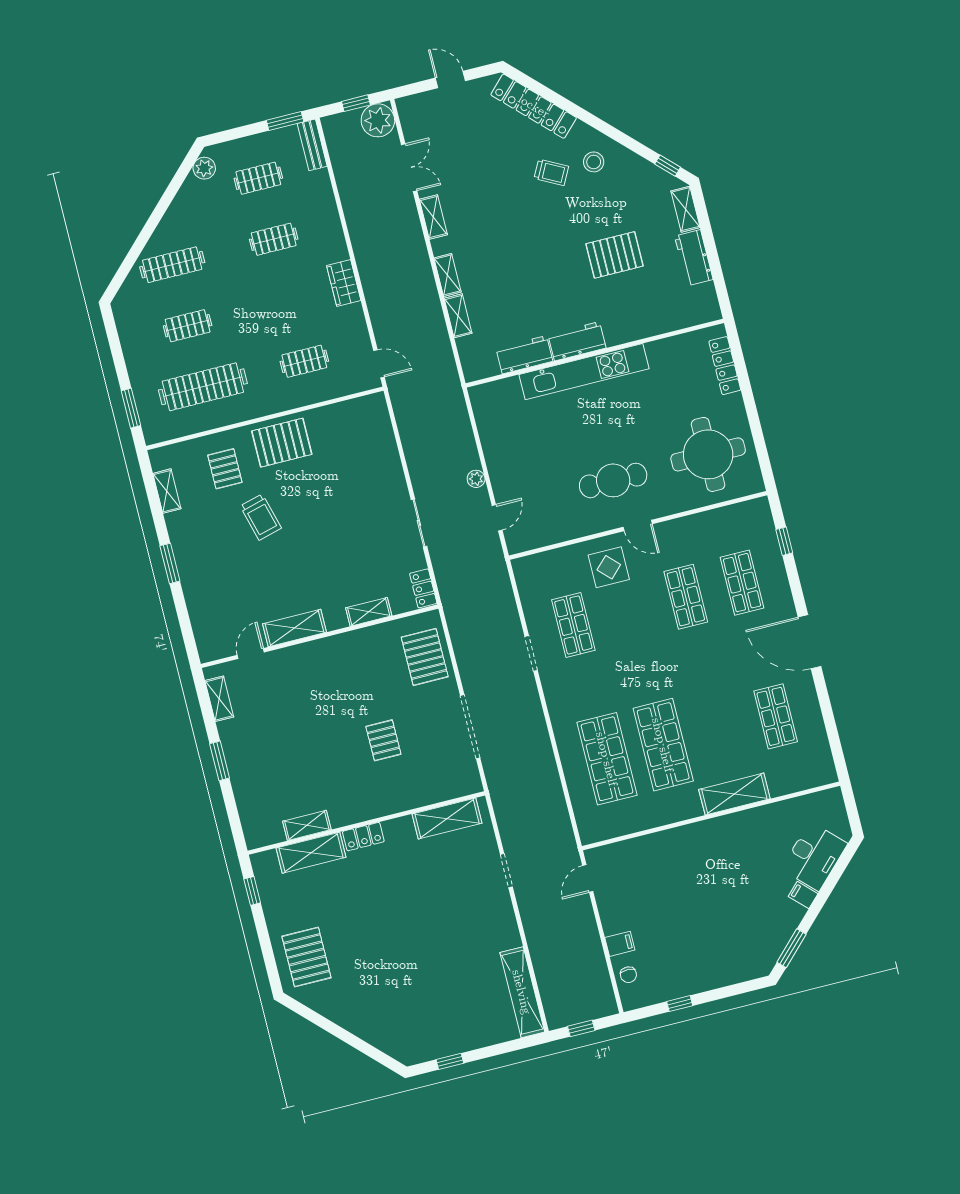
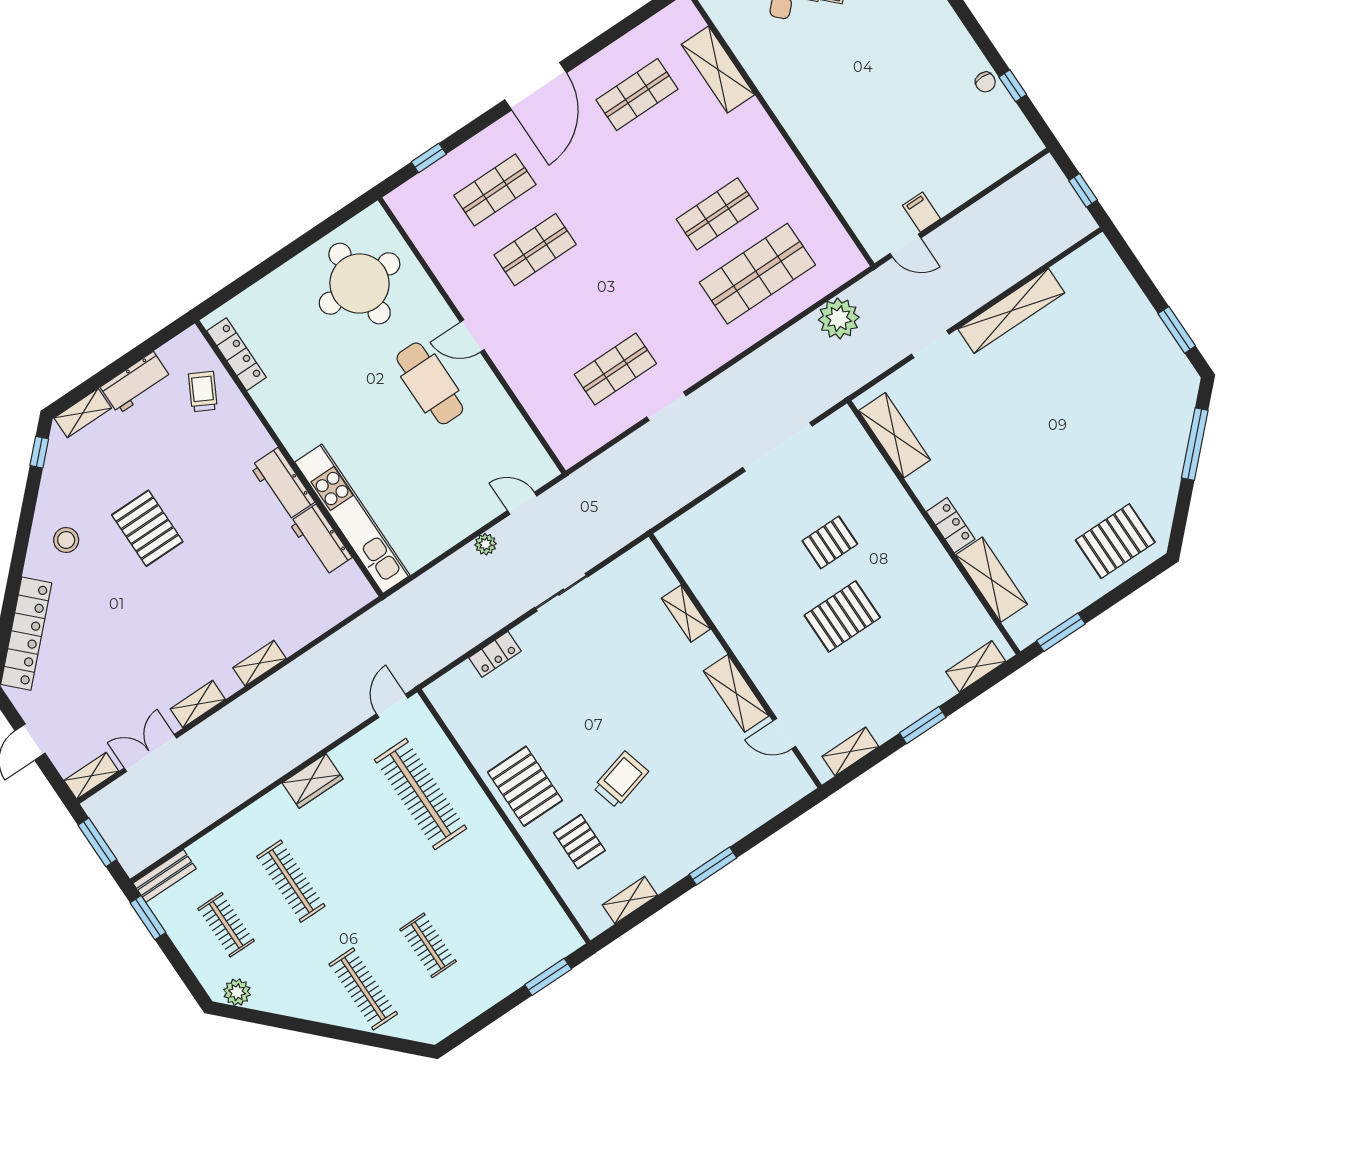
window: (356, 103) -> (97, 842), width x1.50
plant: (378, 120) -> (839, 319), moved
trolley: (551, 172) -> (203, 391), moved
clothes rail: (274, 239) -> (291, 881), width x1.36
pallet: (615, 255) -> (147, 528), moved
shelving: (458, 316) -> (91, 776), moved
clothes rail: (304, 361) -> (420, 794), width x1.86, depth x1.31
locker: (725, 366) -> (236, 354), moved, turned -90
kitchen unit: (584, 372) -> (352, 519), moved
clothes rail: (203, 387) -> (493, 902), removed
pallet: (225, 469) -> (579, 842), turned 90
door: (638, 525) -> (472, 336), swing flipped
display table: (609, 567) -> (533, 352), removed
locker: (423, 588) -> (495, 654), moved
pallet: (425, 657) -> (842, 616), moved
shop shelf: (663, 745) -> (717, 214), width x0.70, depth x0.74
shelving: (734, 794) -> (718, 70), moved
shelving: (307, 825) -> (976, 666), moved, turned 90
window: (252, 891) -> (1061, 632), width x1.50
filing cabinet: (620, 944) -> (921, 212), moved
chair: (628, 975) -> (985, 82), moved, turned 90
shelving: (522, 992) -> (1011, 311), moved
window: (358, 1044) -> (1195, 444), added
window: (450, 1061) -> (1177, 330), width x1.50

